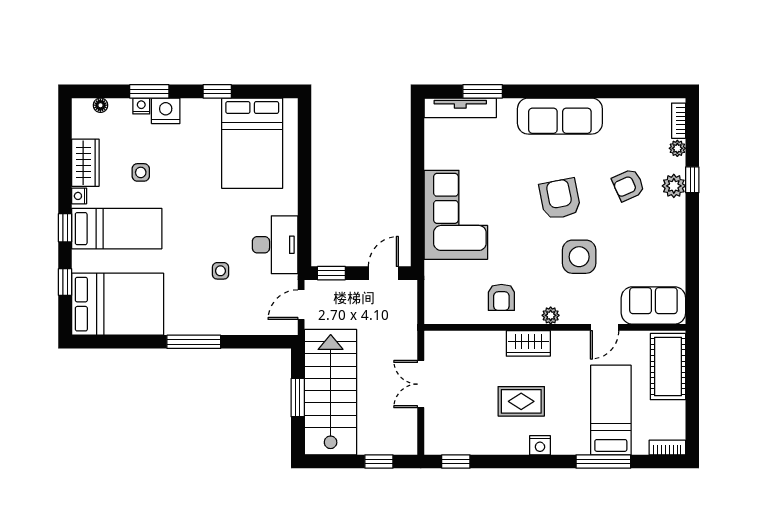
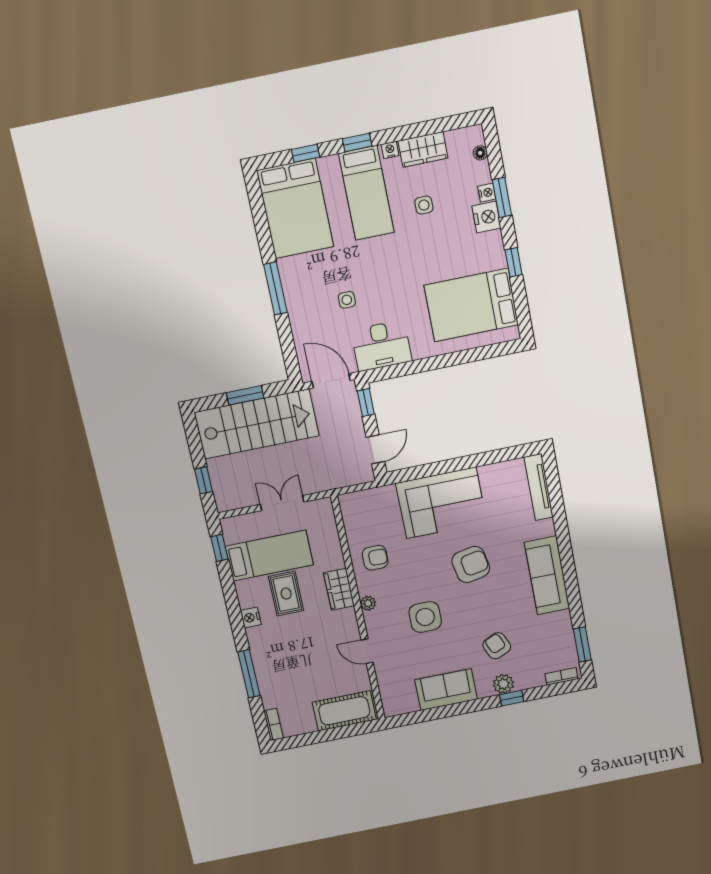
window: (483, 91) -> (582, 644), moved
plant: (677, 148) -> (537, 680), removed
armchair: (560, 199) -> (471, 564), moved
door: (383, 273) -> (375, 449), hinge flipped
armchair: (501, 297) -> (375, 558), turned 180
door: (301, 305) -> (331, 381), width x1.37
sofa: (653, 305) -> (446, 690), moved, turned -90
bed: (611, 410) -> (269, 555), moved

